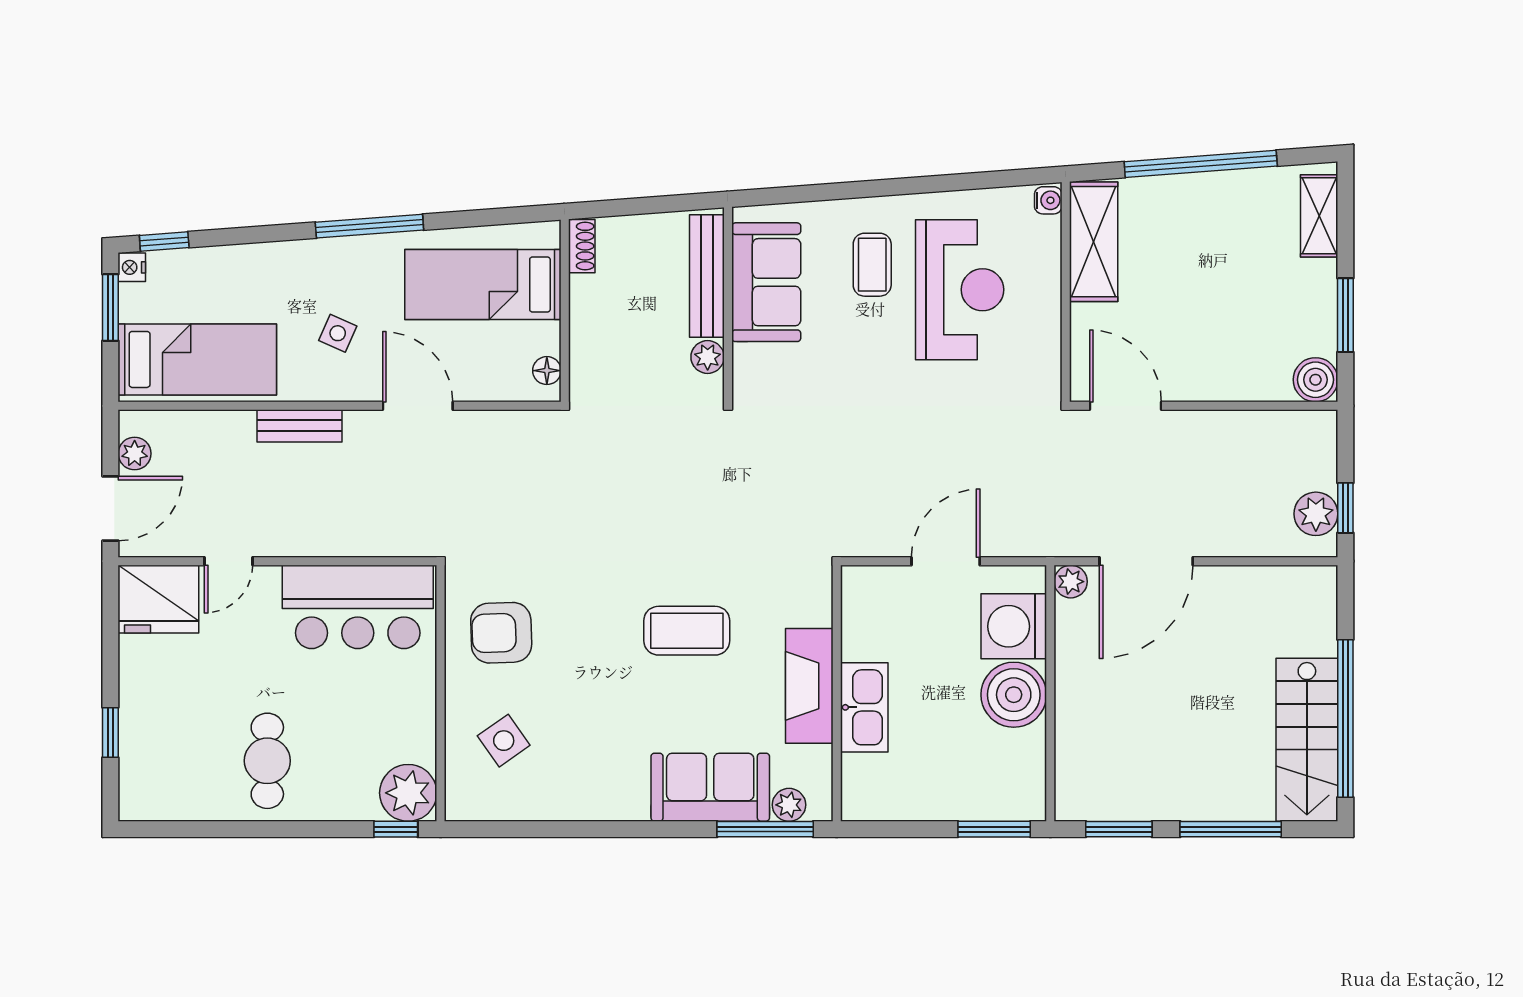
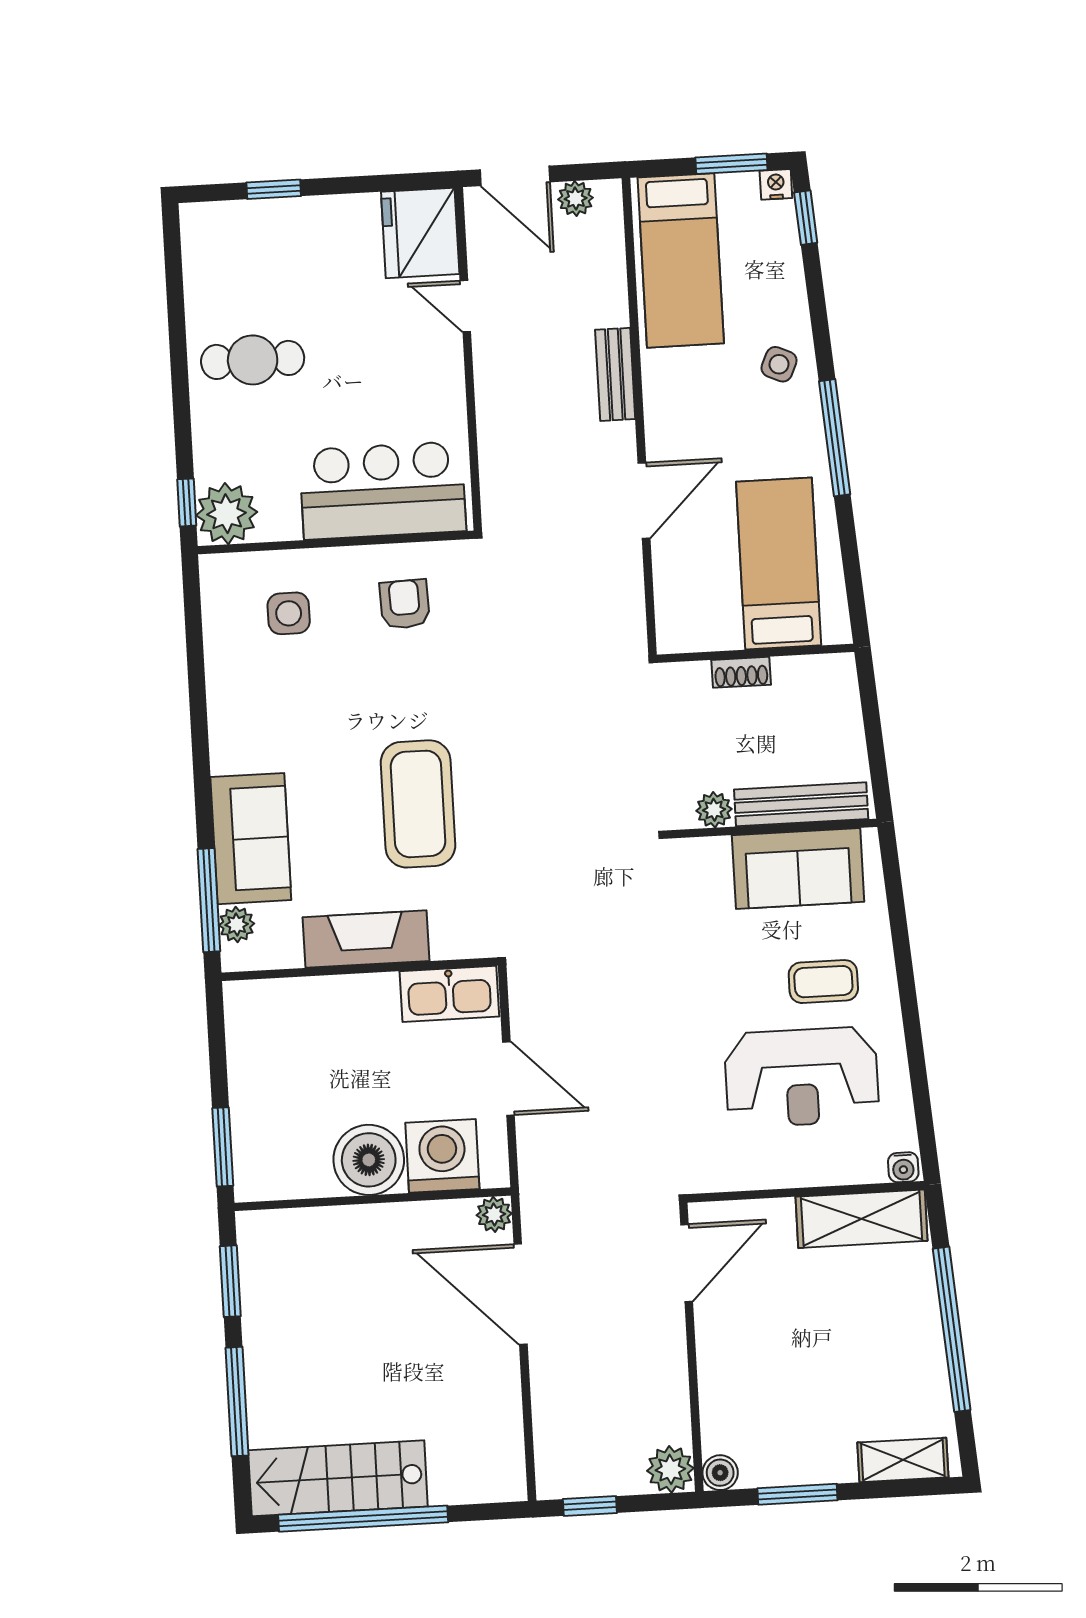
shoe rack: (582, 246) -> (741, 672), moved
side table: (338, 333) -> (779, 364), moved
floor lamp: (547, 371) -> (690, 638), removed
boiler: (1315, 380) -> (720, 1473), width x0.73, depth x0.73
plant: (1316, 514) -> (670, 1469), moved
bar counter: (358, 607) -> (383, 490), moved, turned 90
coffee table: (687, 631) -> (418, 804), width x1.36, depth x1.32
armchair: (501, 633) -> (405, 604), width x0.72, depth x0.72
kitchen sink: (864, 707) -> (449, 994), moved
side table: (504, 741) -> (289, 613), turned 35

